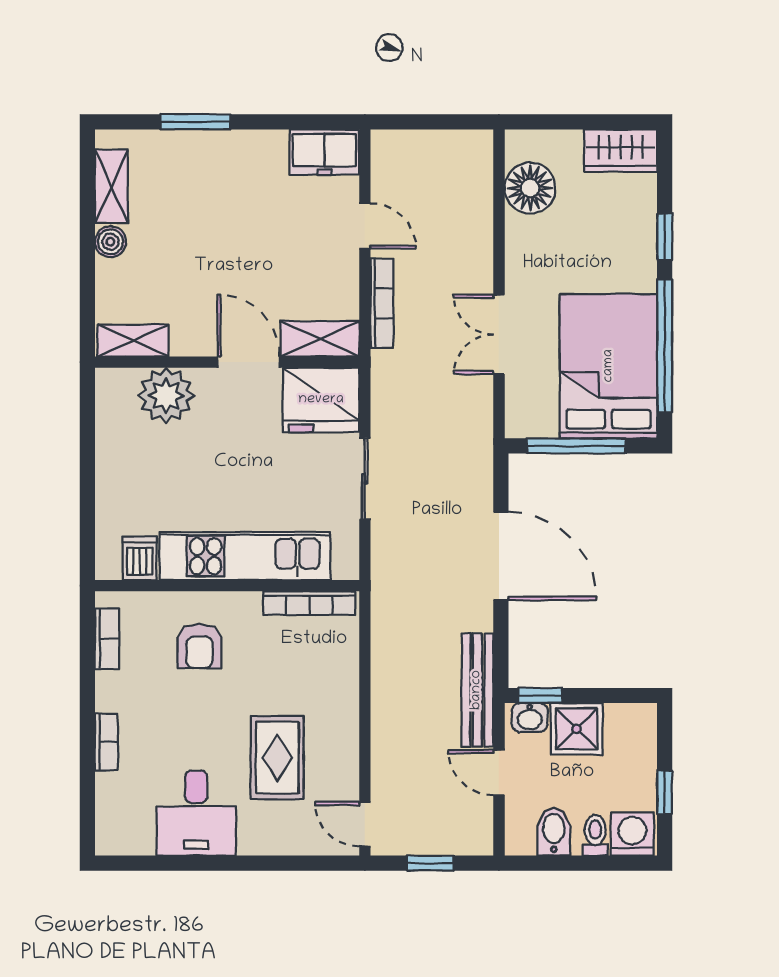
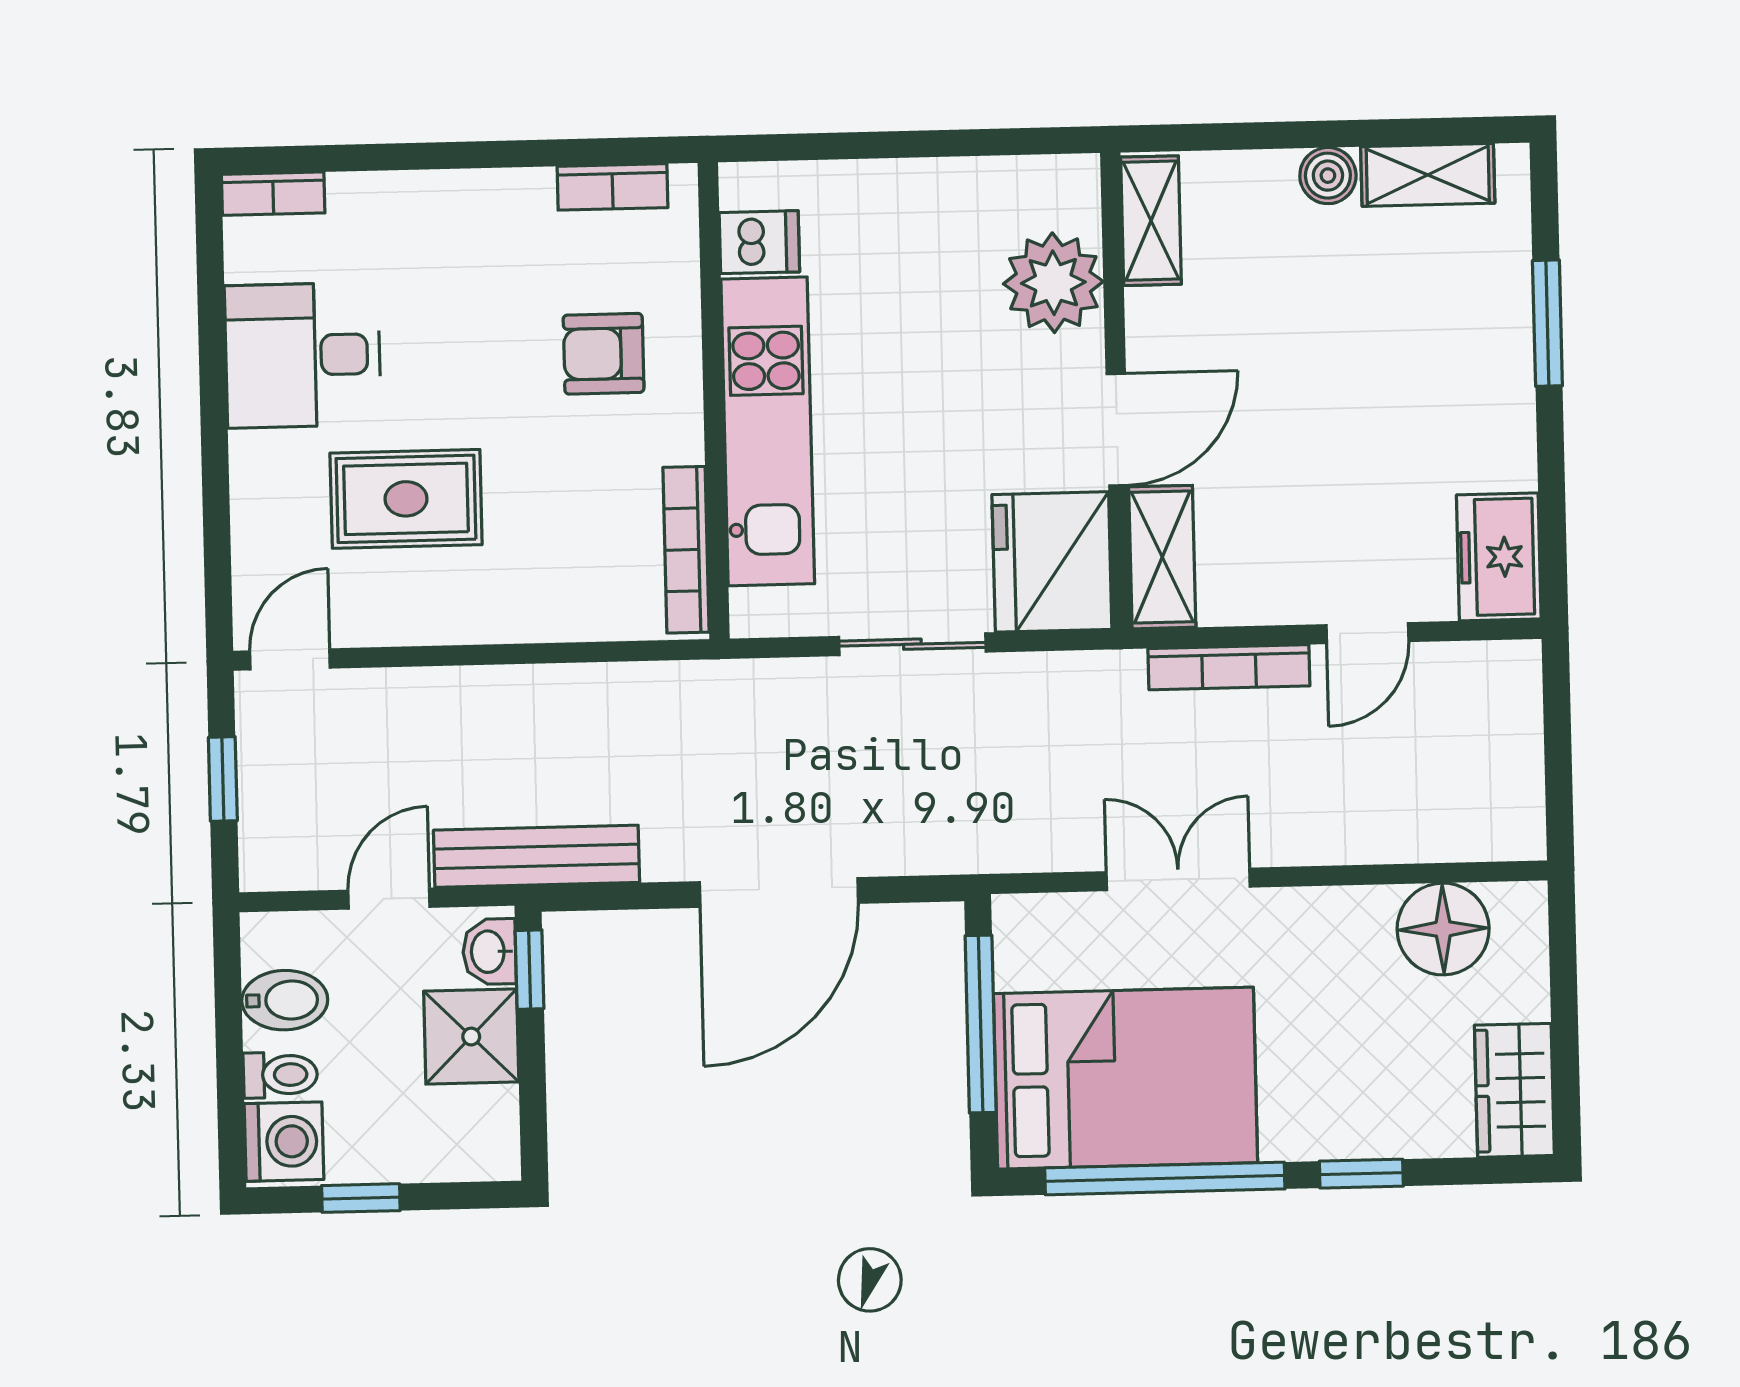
bookcase: (106, 742) -> (273, 194), moved

